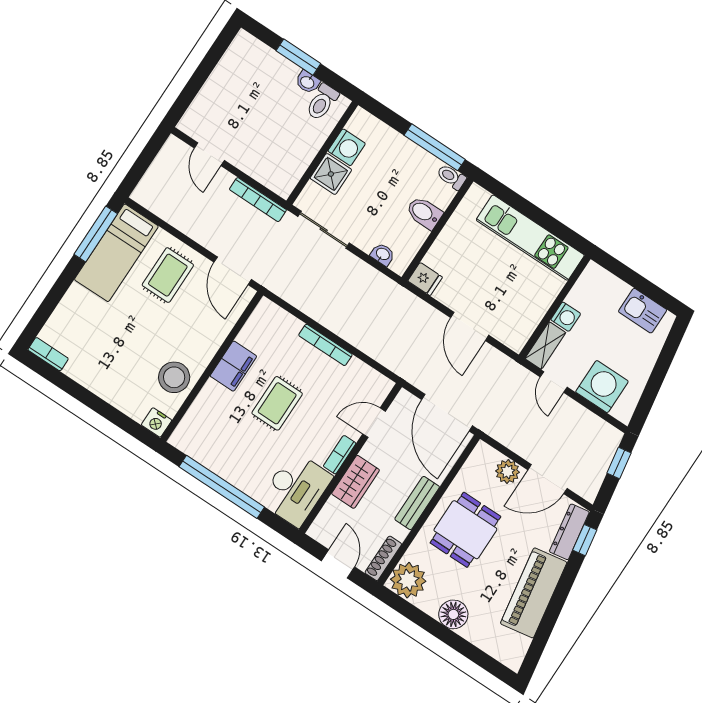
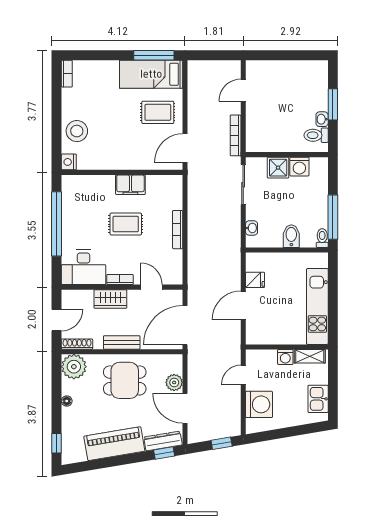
fridge: (425, 279) -> (255, 280), moved, turned -90
shelving: (545, 346) -> (310, 356), moved
stool: (174, 377) -> (77, 131), moved
floor lamp: (453, 614) -> (67, 401), width x0.53, depth x0.53
window: (487, 662) -> (57, 443), added

